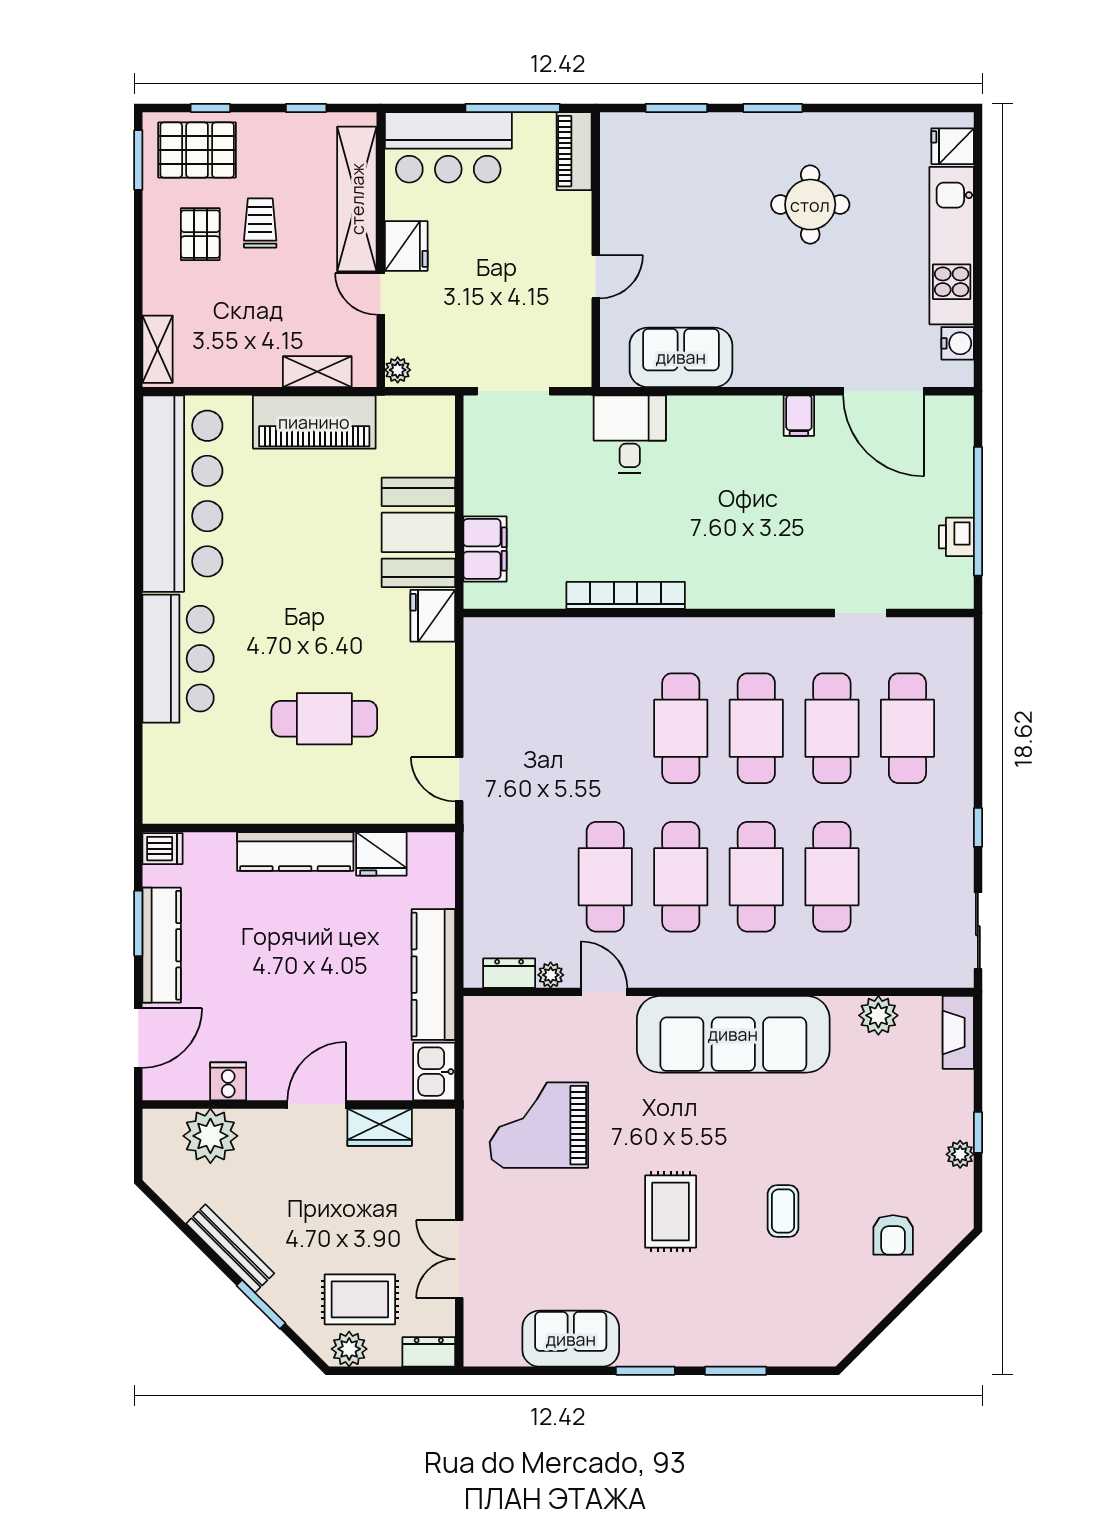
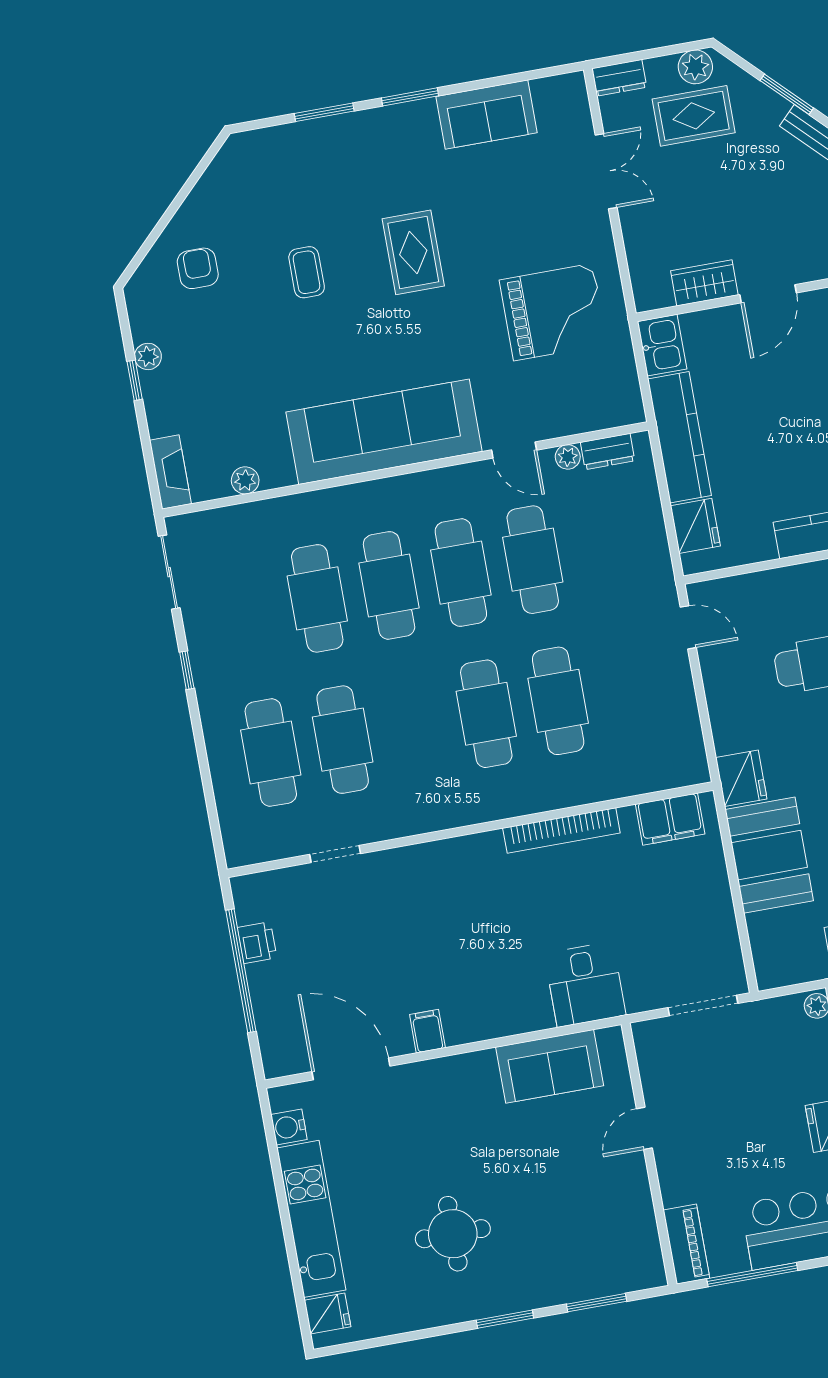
filing cabinet: (485, 549) -> (670, 819), moved, turned -90
cafe table: (756, 728) -> (558, 701), moved
fridge: (381, 854) -> (695, 526), moved, turned 90
plant: (878, 1015) -> (245, 480), width x0.73, depth x0.73

